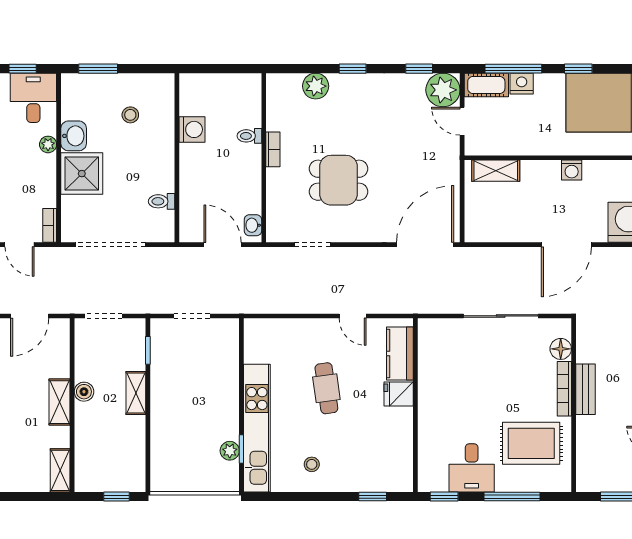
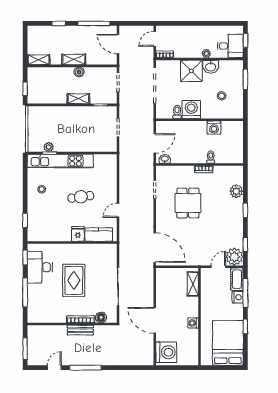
washing machine: (157, 174) -> (191, 110), added
rug: (531, 443) -> (74, 280), moved
desk: (472, 468) -> (40, 267), width x1.37

